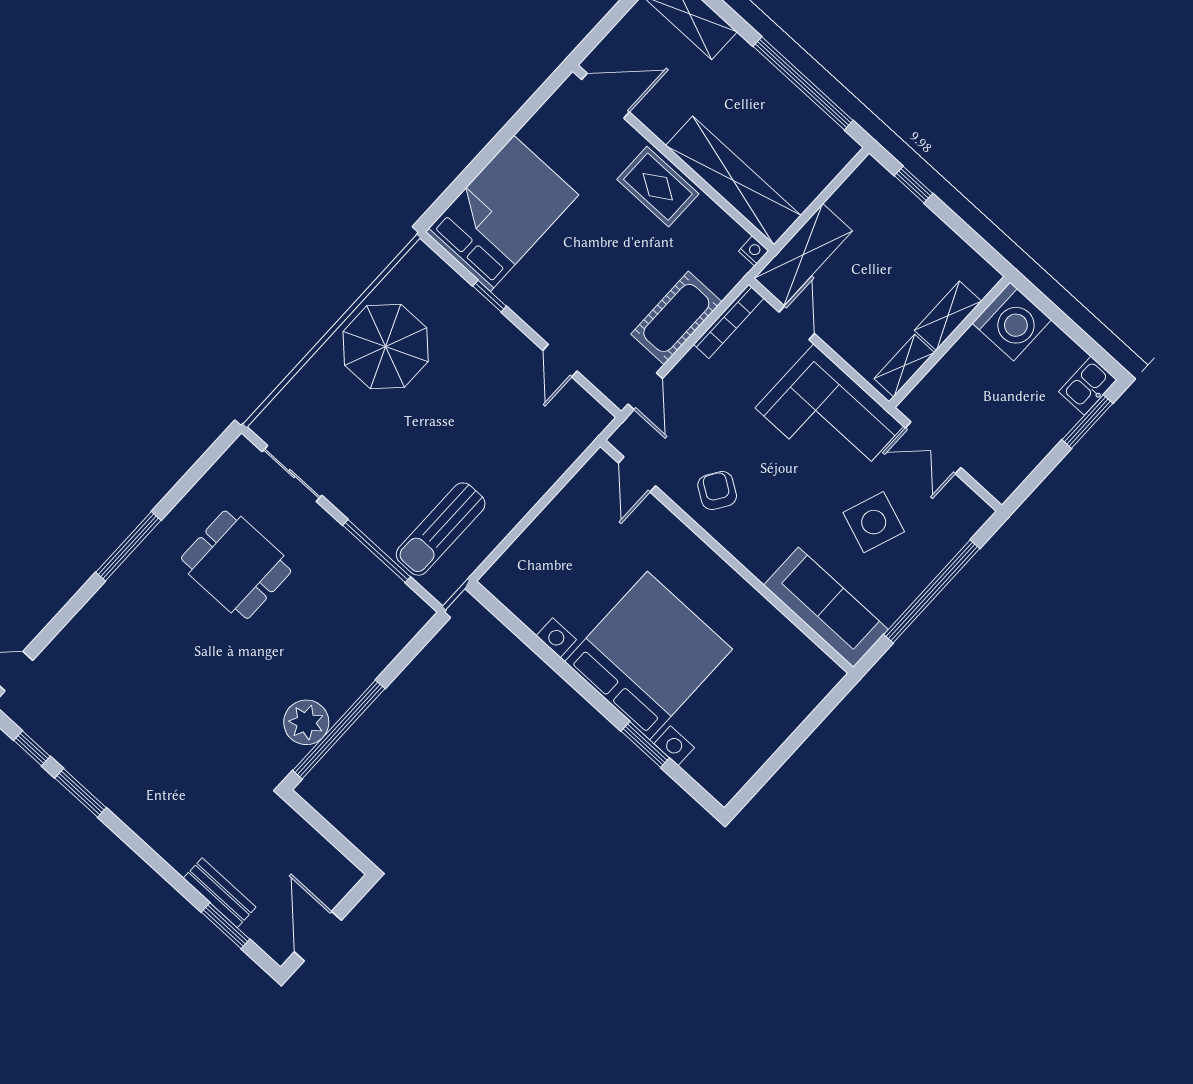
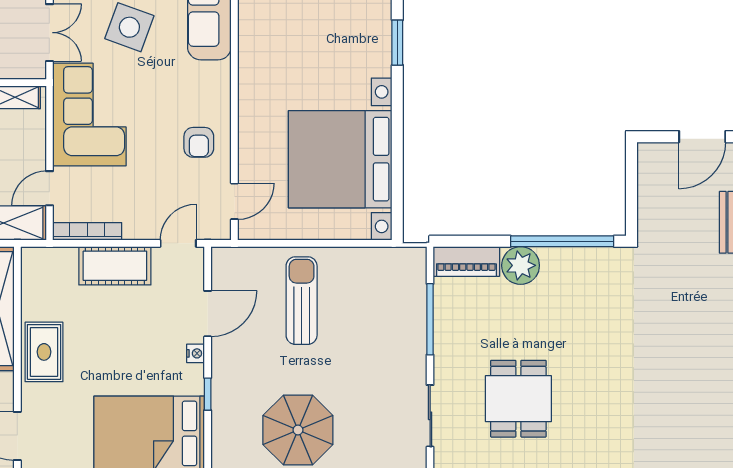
nightstand: (754, 251) -> (196, 353), moved, turned 180
door: (560, 361) -> (208, 314), width x1.38
armchair: (717, 491) -> (199, 142), turned -33
sun lounger: (441, 529) -> (302, 301), moved, turned -90
piano: (398, 629) -> (466, 261), added
bed with nightstands: (648, 655) -> (340, 159), moved
plant: (306, 722) -> (521, 265), moved

